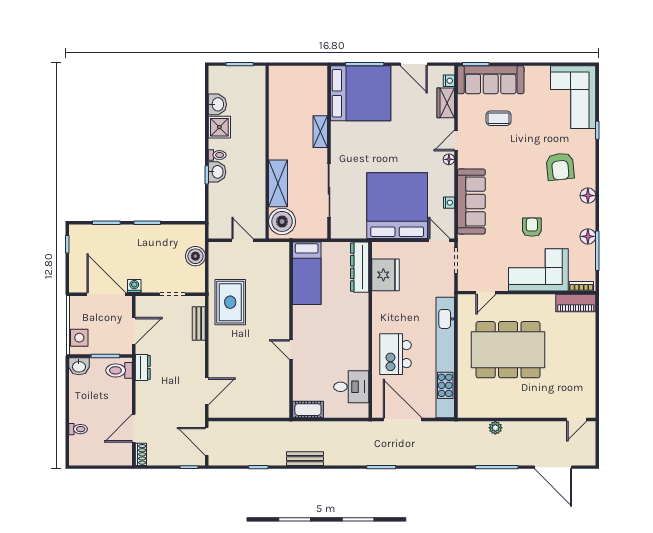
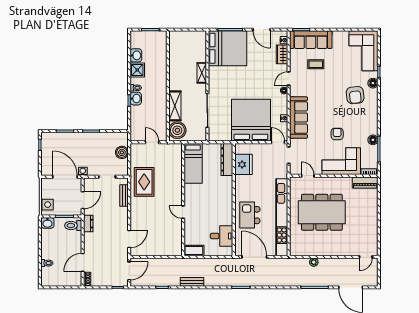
floor lamp: (588, 196) -> (373, 83), moved
door: (486, 293) -> (308, 176), swing flipped
door: (207, 441) -> (129, 271), swing flipped

